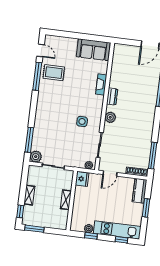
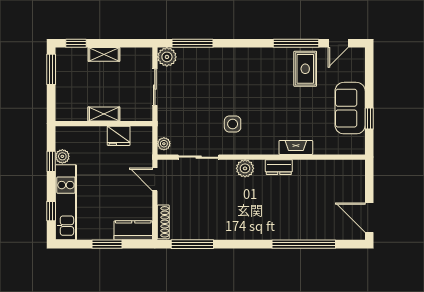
window: (89, 37) -> (369, 119), added
sofa: (93, 50) -> (350, 108), moved
fridge: (82, 179) -> (119, 136), moved

